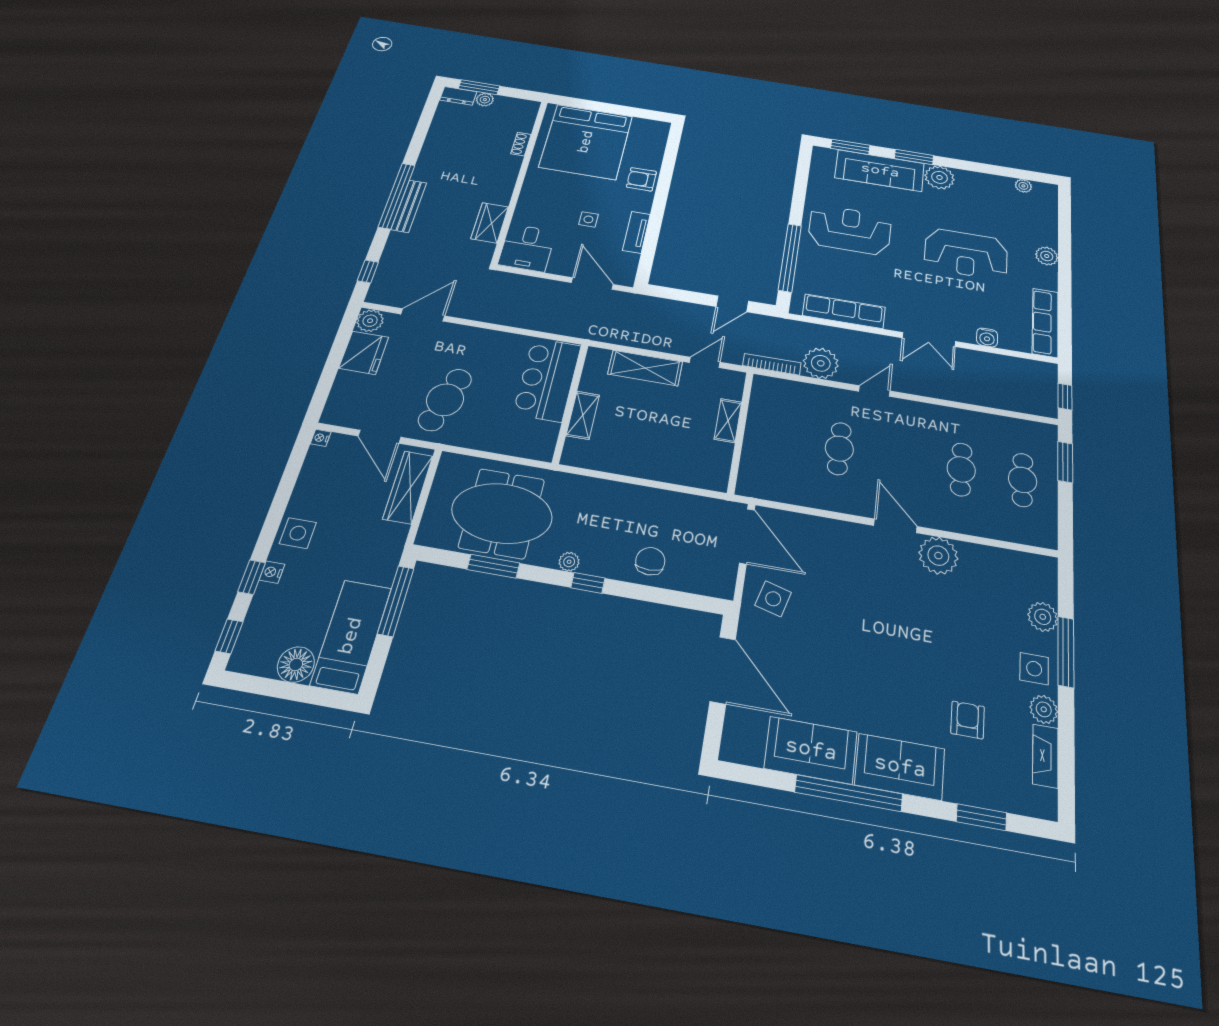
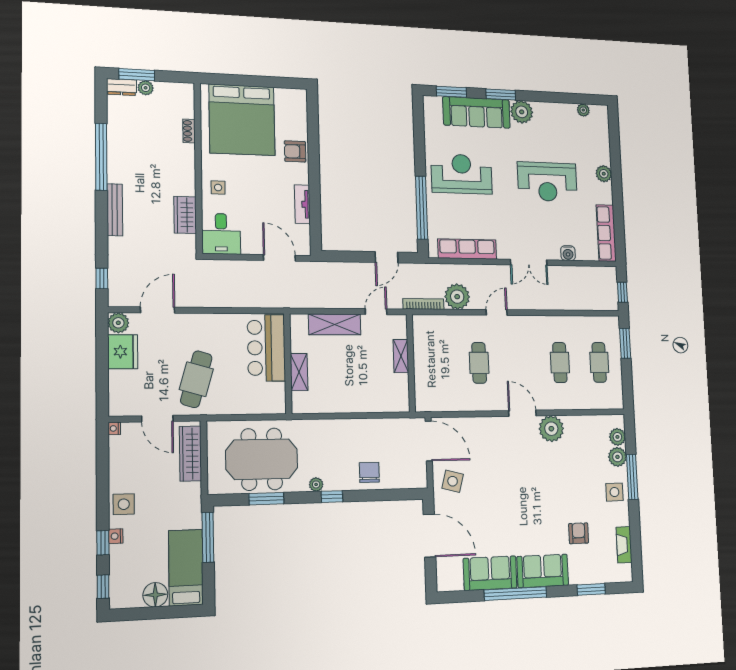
window: (397, 196) -> (101, 157), moved
side table: (588, 219) -> (218, 188), moved
plant: (1044, 709) -> (617, 437), moved

